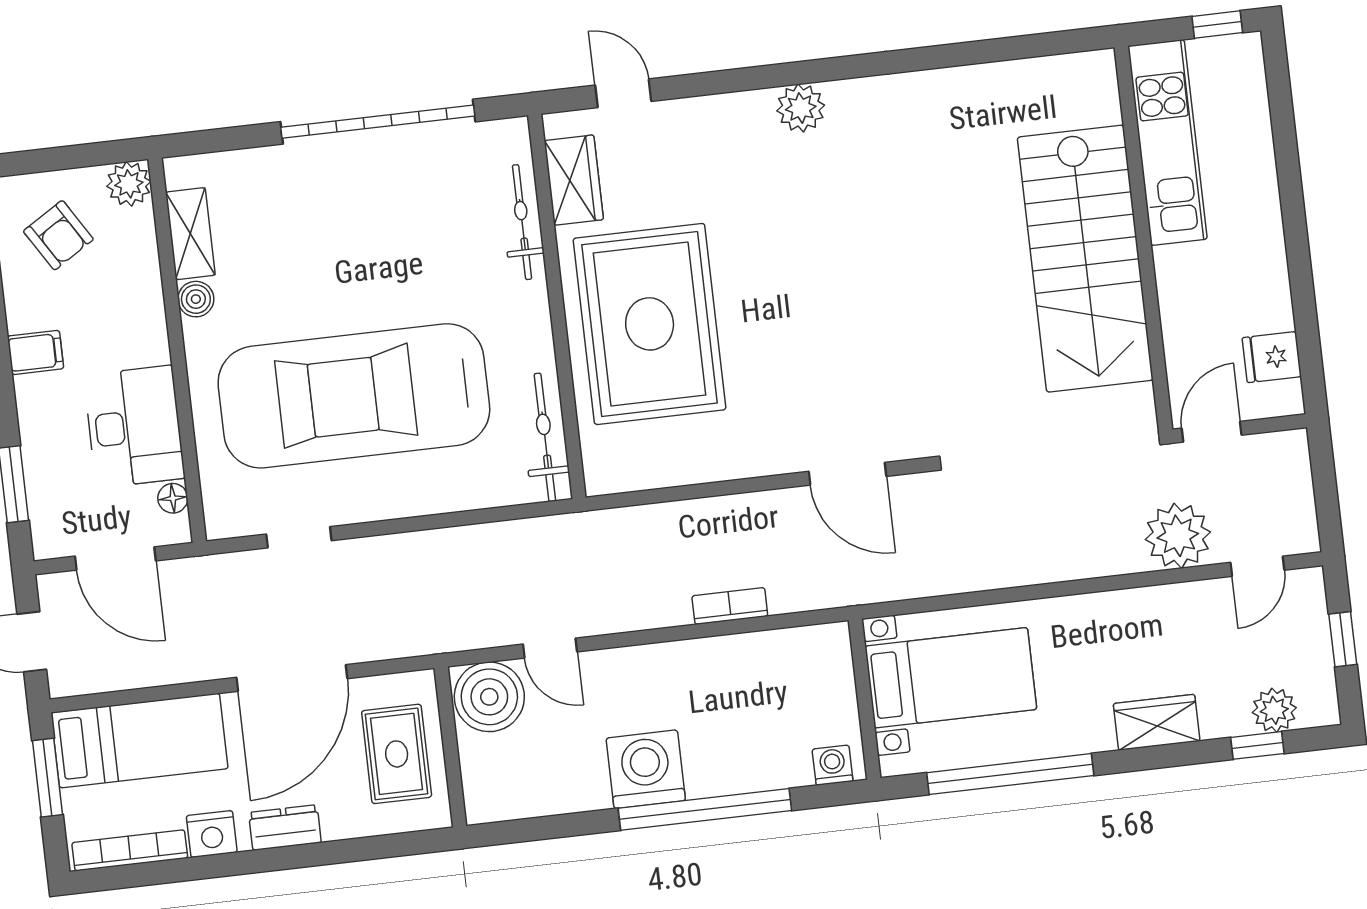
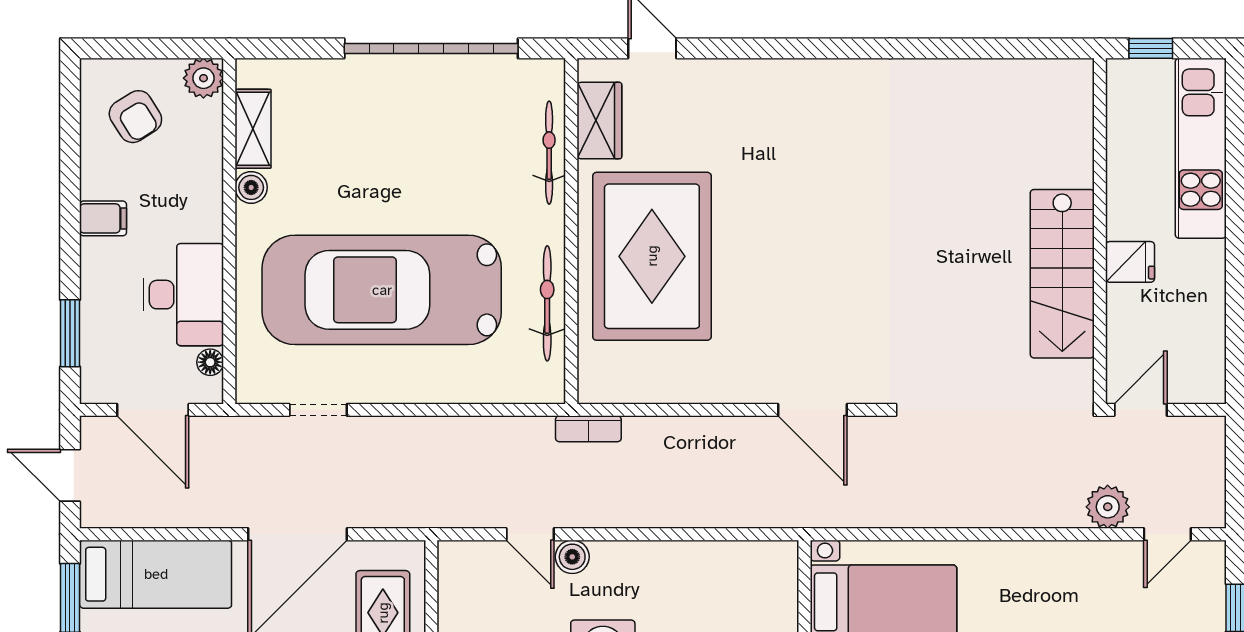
window: (1217, 25) -> (1151, 48), moved
plant: (801, 108) -> (809, 80), removed
kitchen unit: (1167, 143) -> (1201, 148), moved, turned 180
stairs: (1085, 259) -> (1062, 274), width x0.73, depth x0.66
fridge: (1272, 357) -> (1130, 262), moved, turned 180
bicycle: (545, 437) -> (547, 303), moved
plant: (1178, 536) -> (1108, 507), width x0.73, depth x0.73
bookcase: (730, 606) -> (588, 429), moved, turned 180
boiler: (489, 697) -> (572, 557), moved, width x0.54, depth x0.54

